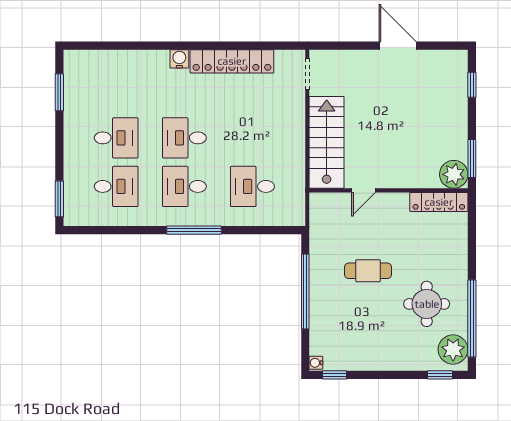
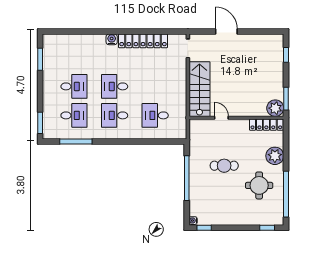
door: (398, 46) -> (226, 31), moved
door: (363, 190) -> (221, 118), swing flipped
window: (194, 230) -> (76, 141), moved
plant: (453, 349) -> (275, 156), moved

